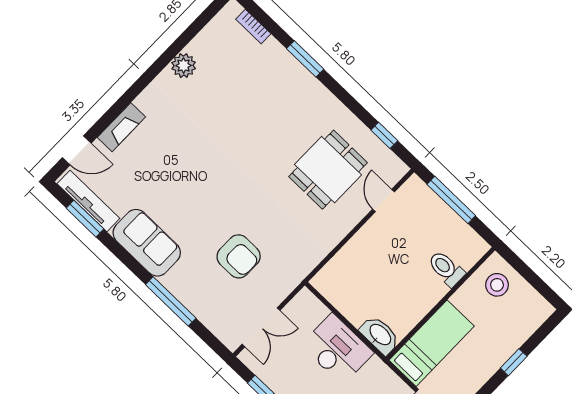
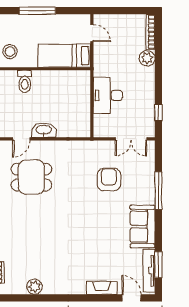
plant: (184, 66) -> (34, 287), moved
double door: (261, 327) -> (131, 139), swing flipped
washbasin: (380, 335) -> (44, 130), moved, turned 90
window: (514, 362) -> (37, 11), width x2.17

